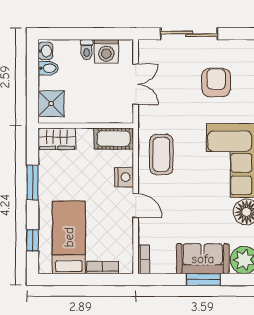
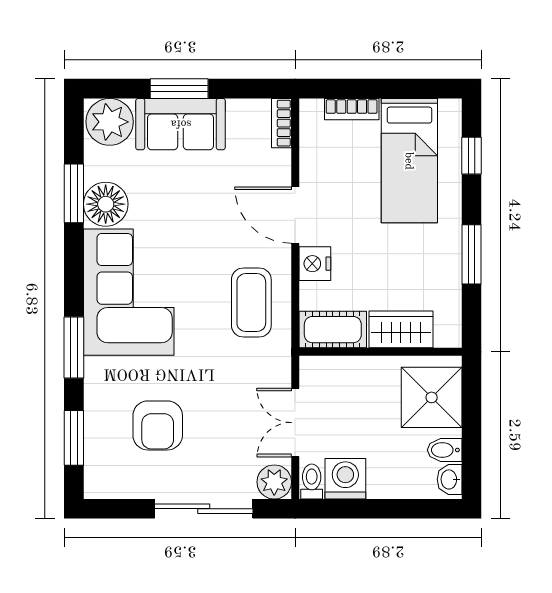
plant: (148, 49) -> (274, 482), added
toilet: (87, 50) -> (312, 481), moved
shower: (51, 104) -> (432, 397), width x1.36, depth x1.36
wardrobe: (57, 139) -> (401, 329), moved
door: (136, 206) -> (295, 215), width x1.38

